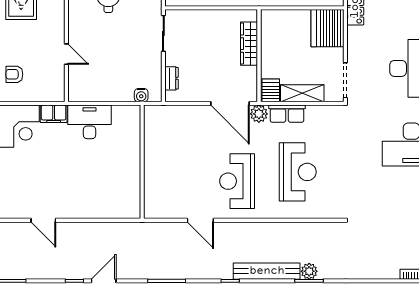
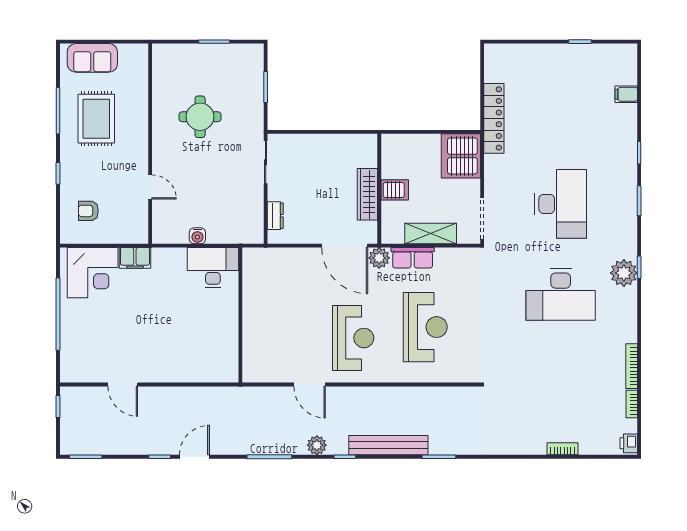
wardrobe: (249, 44) -> (367, 194), moved
server rack: (271, 90) -> (395, 190), moved, turned 90
water cooler: (141, 95) -> (197, 236), moved
desk: (90, 122) -> (213, 268), moved
reception desk: (237, 181) -> (353, 338), turned 180
plant: (309, 271) -> (317, 445), moved

